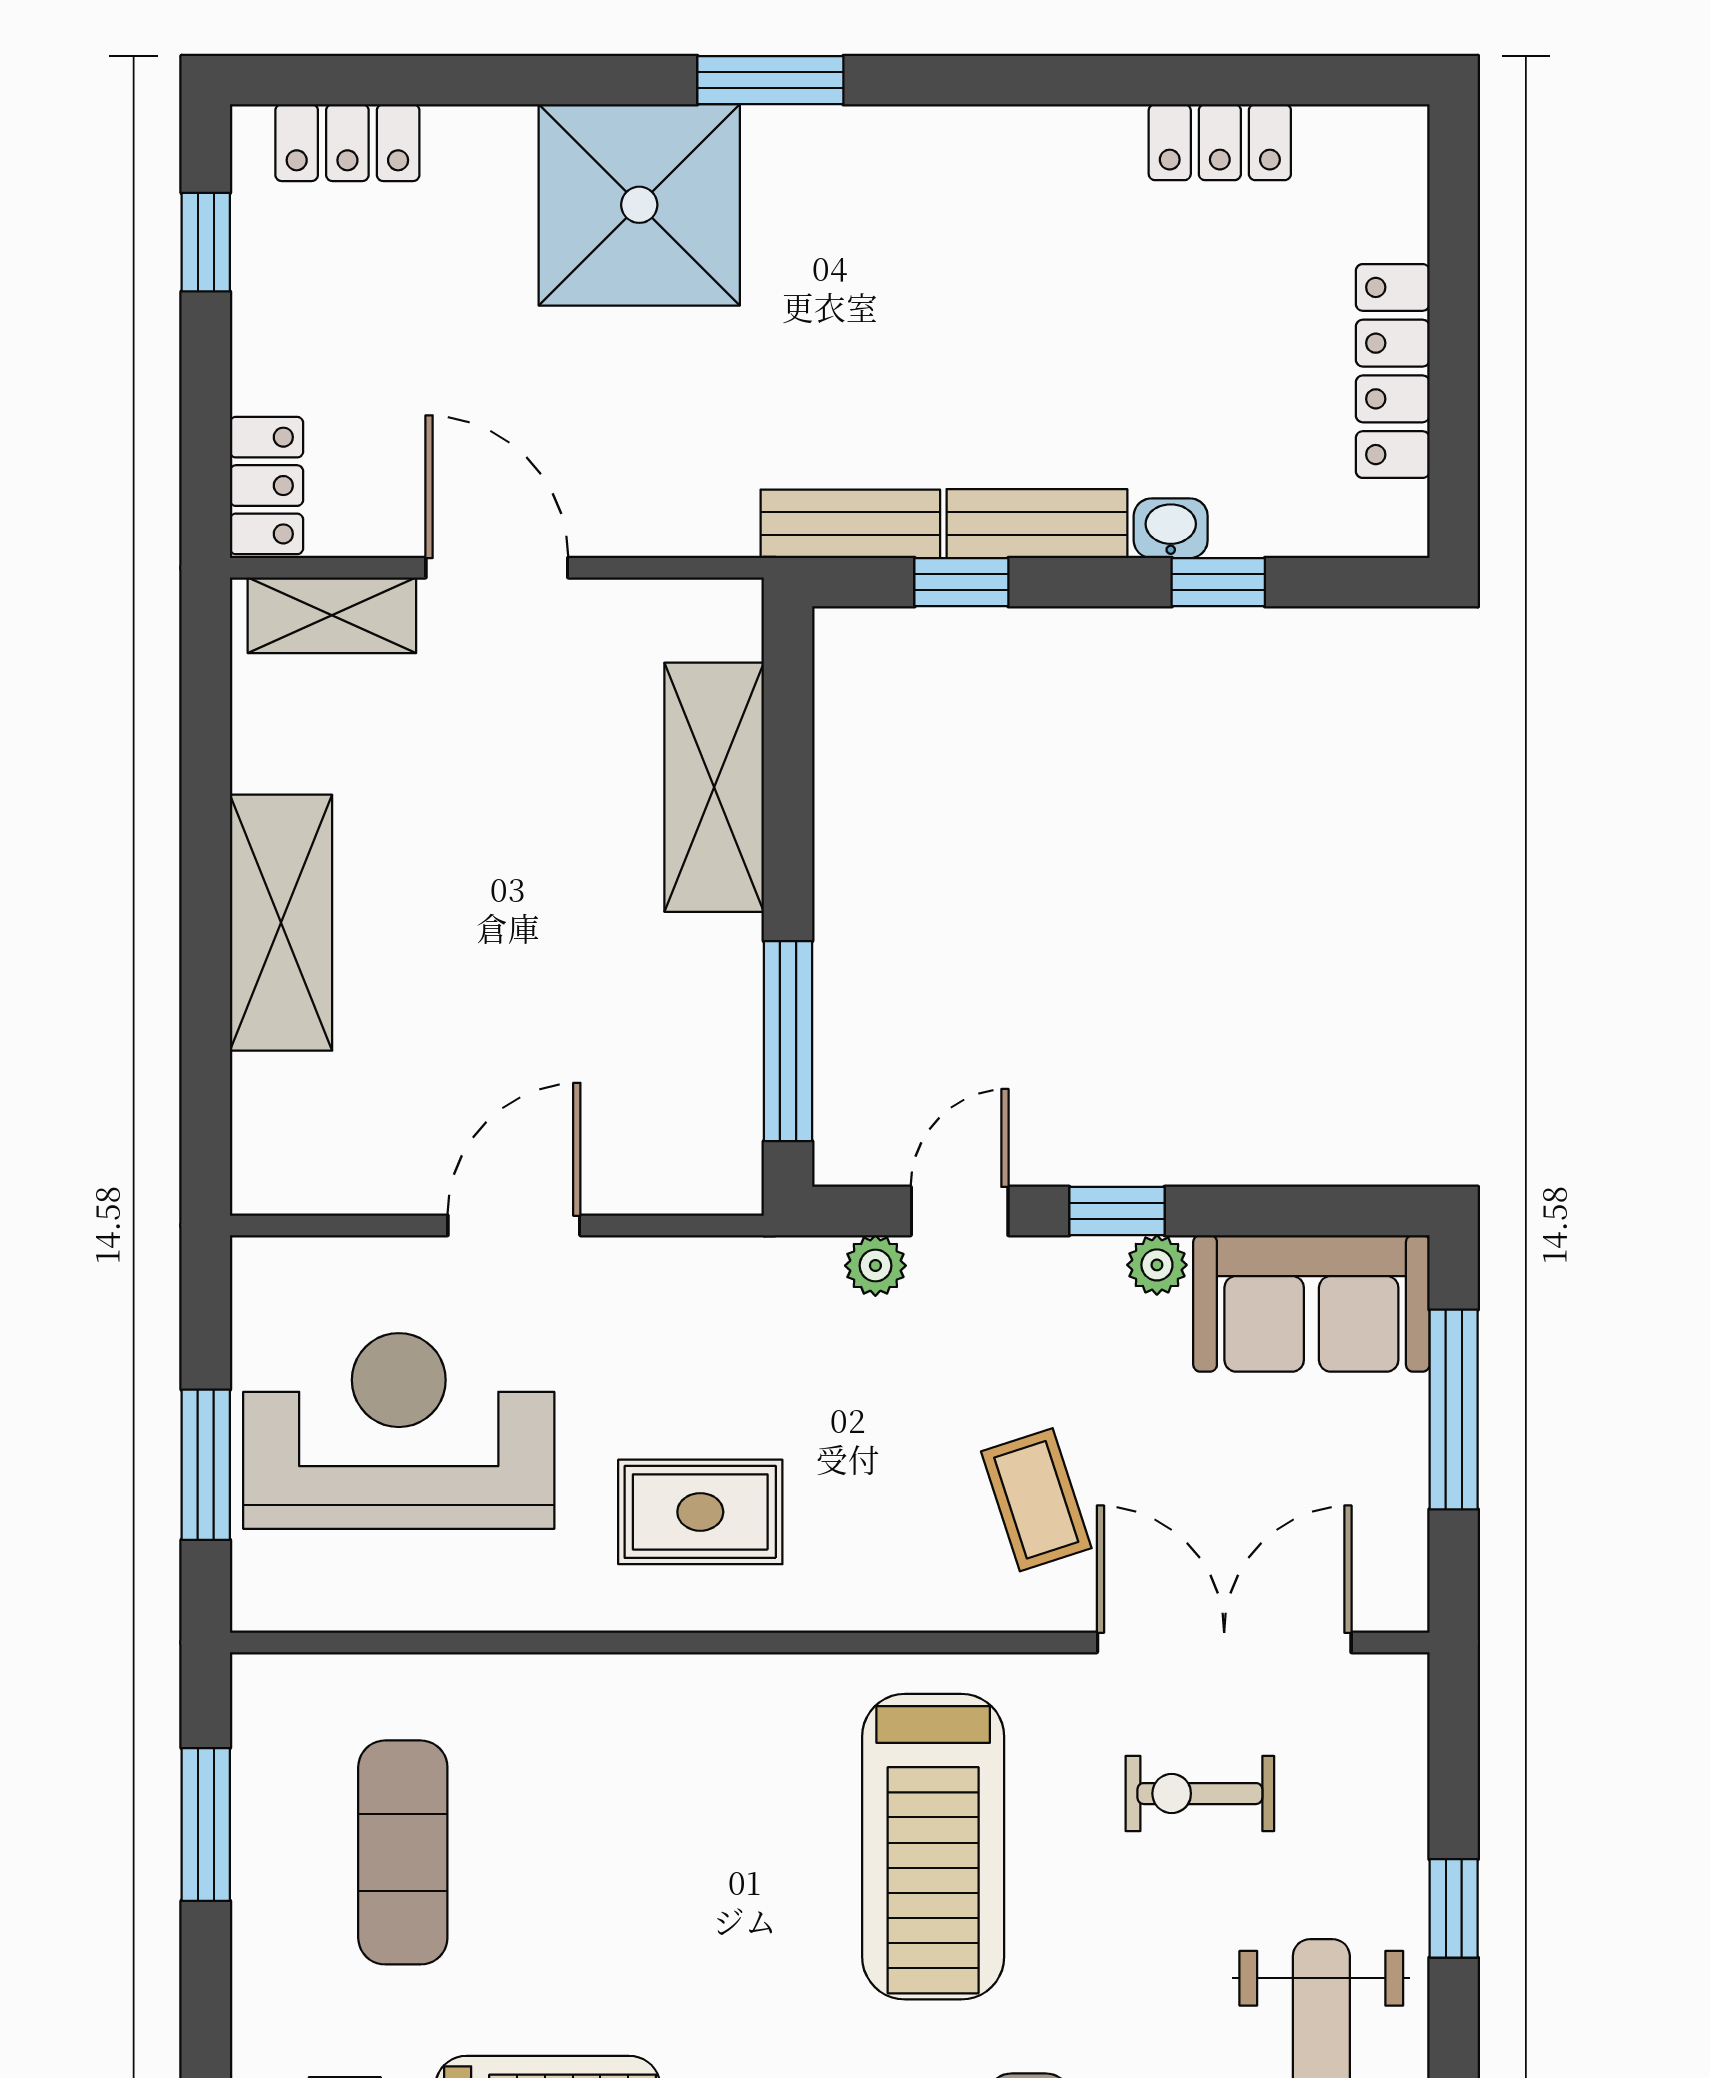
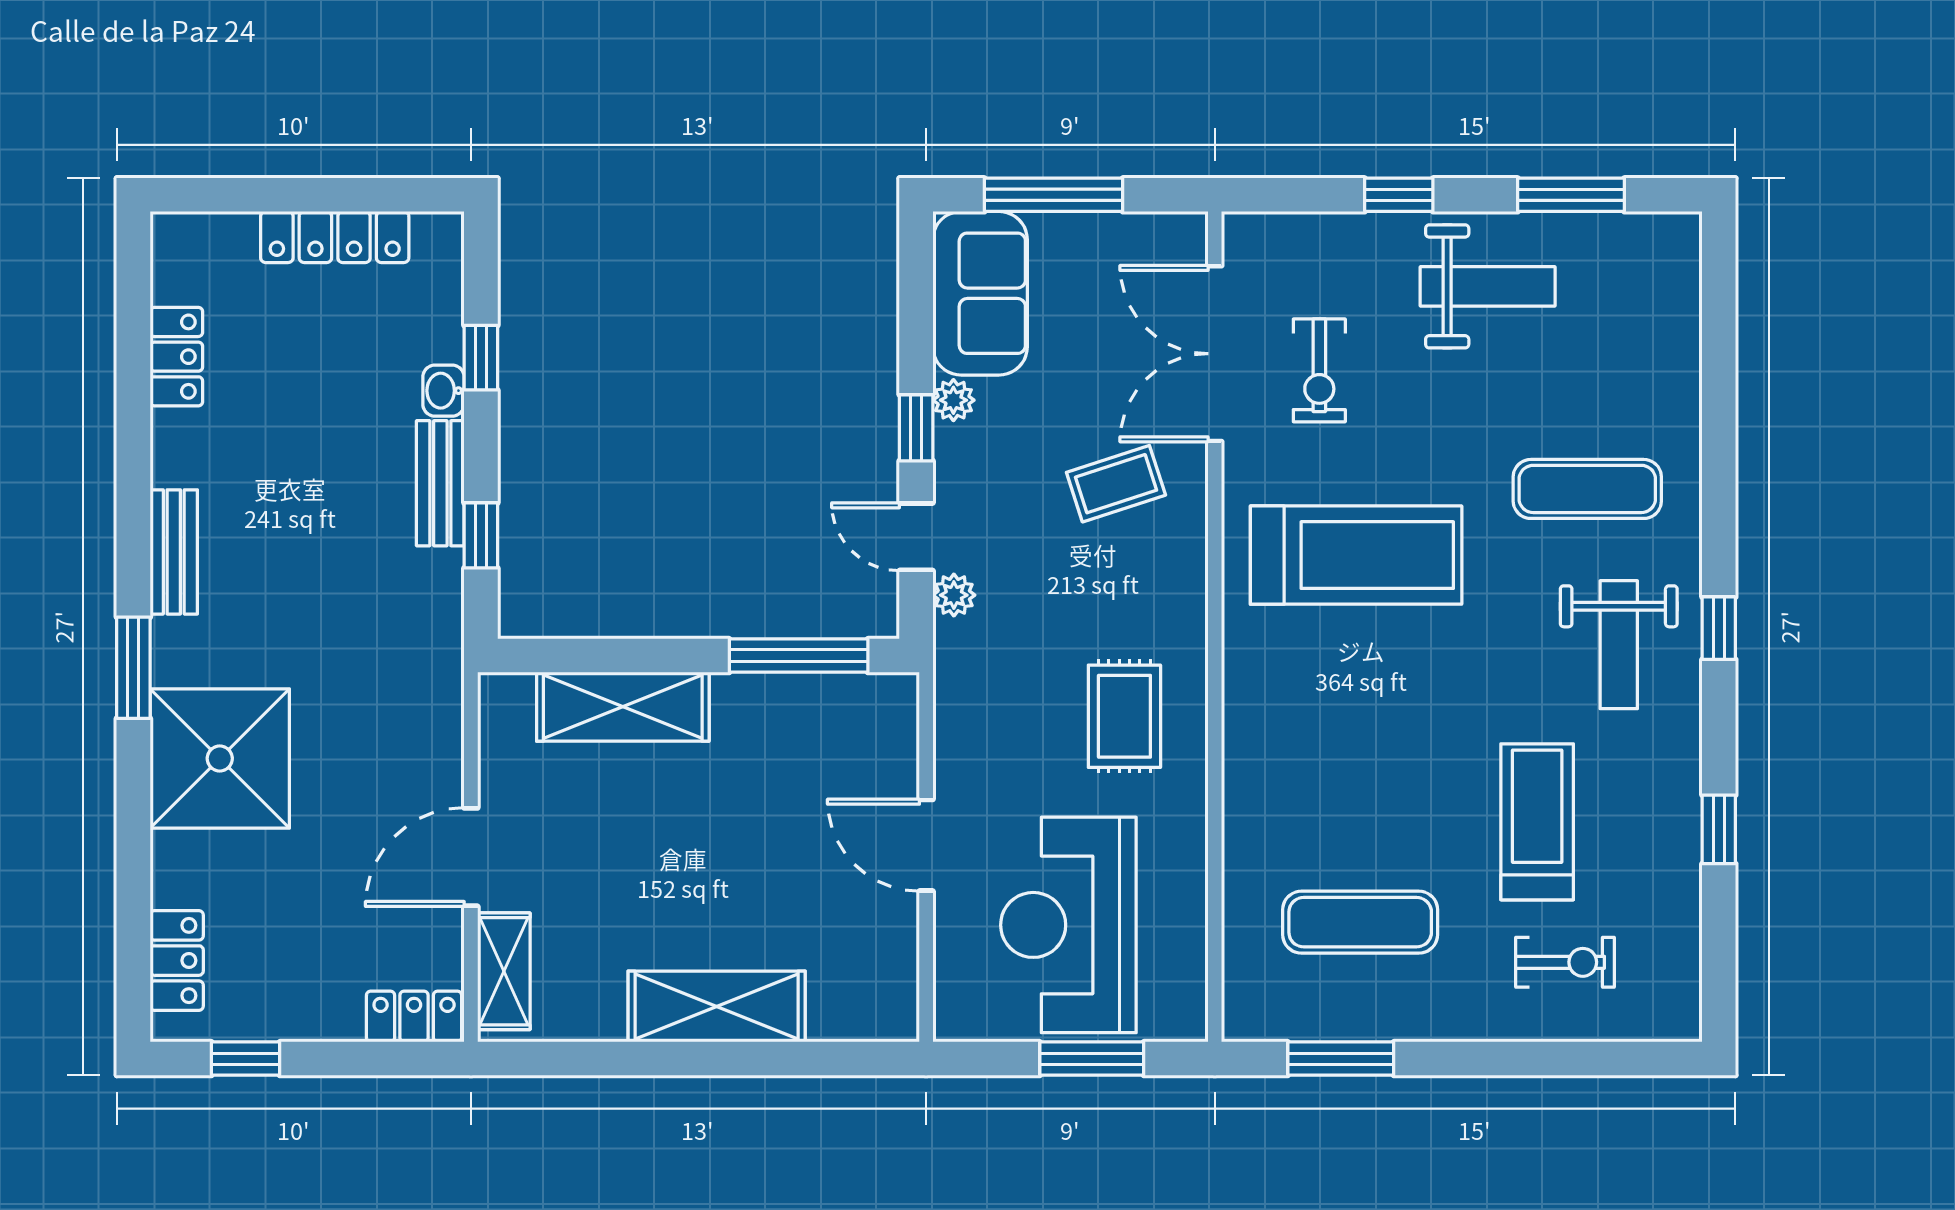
bench: (850, 524) -> (174, 552), moved

